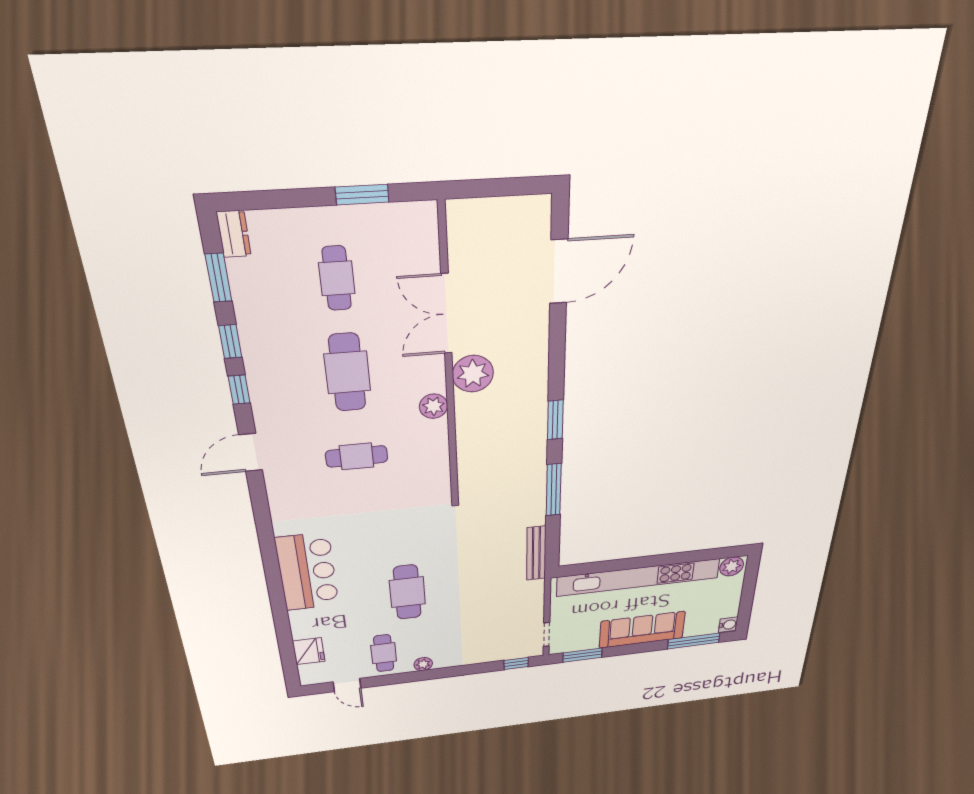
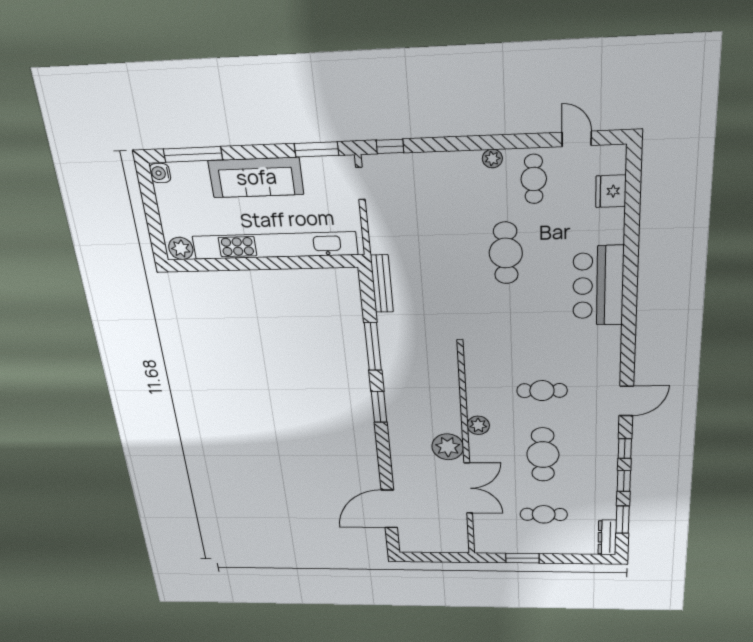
dresser: (234, 234) -> (607, 537), width x1.44
cafe table: (337, 278) -> (544, 514), turned 90

